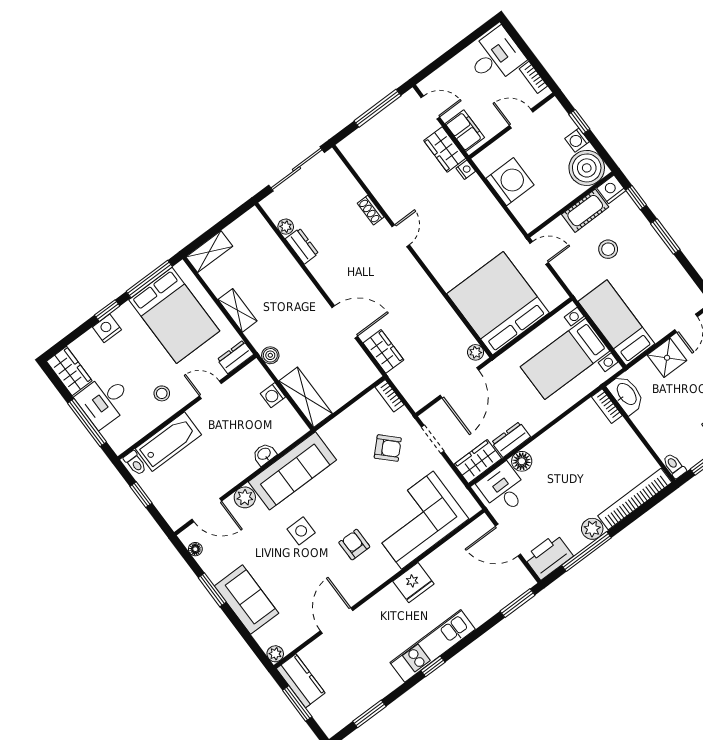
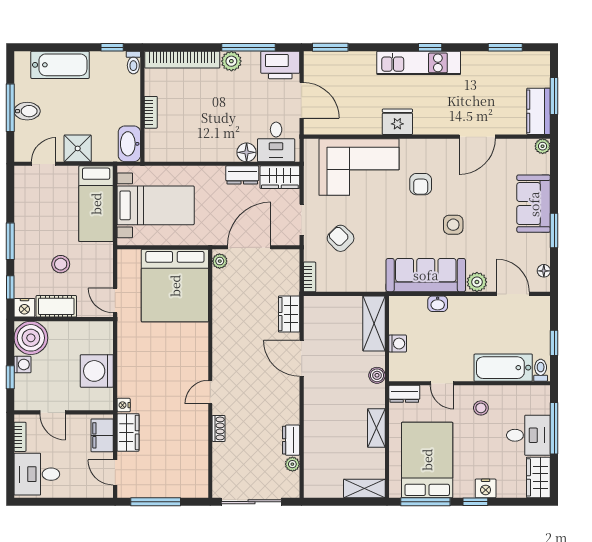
bookcase: (607, 406) -> (151, 112), moved

